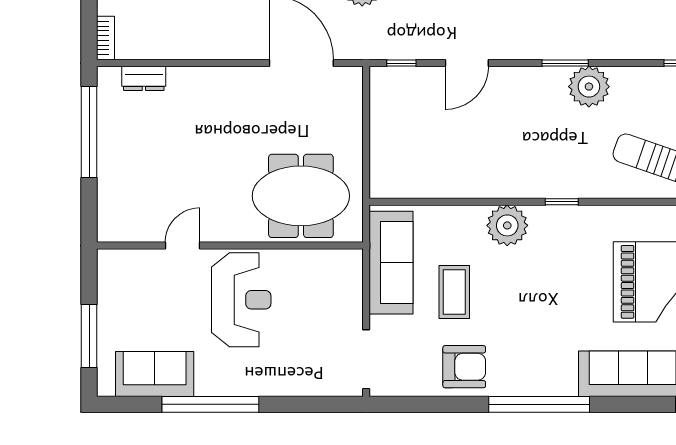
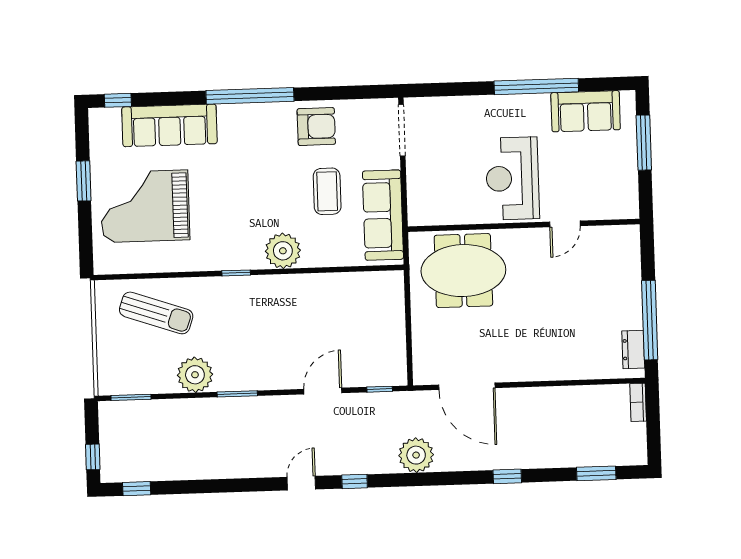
dresser: (144, 78) -> (633, 349), moved, turned -90
plant: (589, 87) -> (195, 375), moved
armchair: (464, 367) -> (316, 127), turned 180

